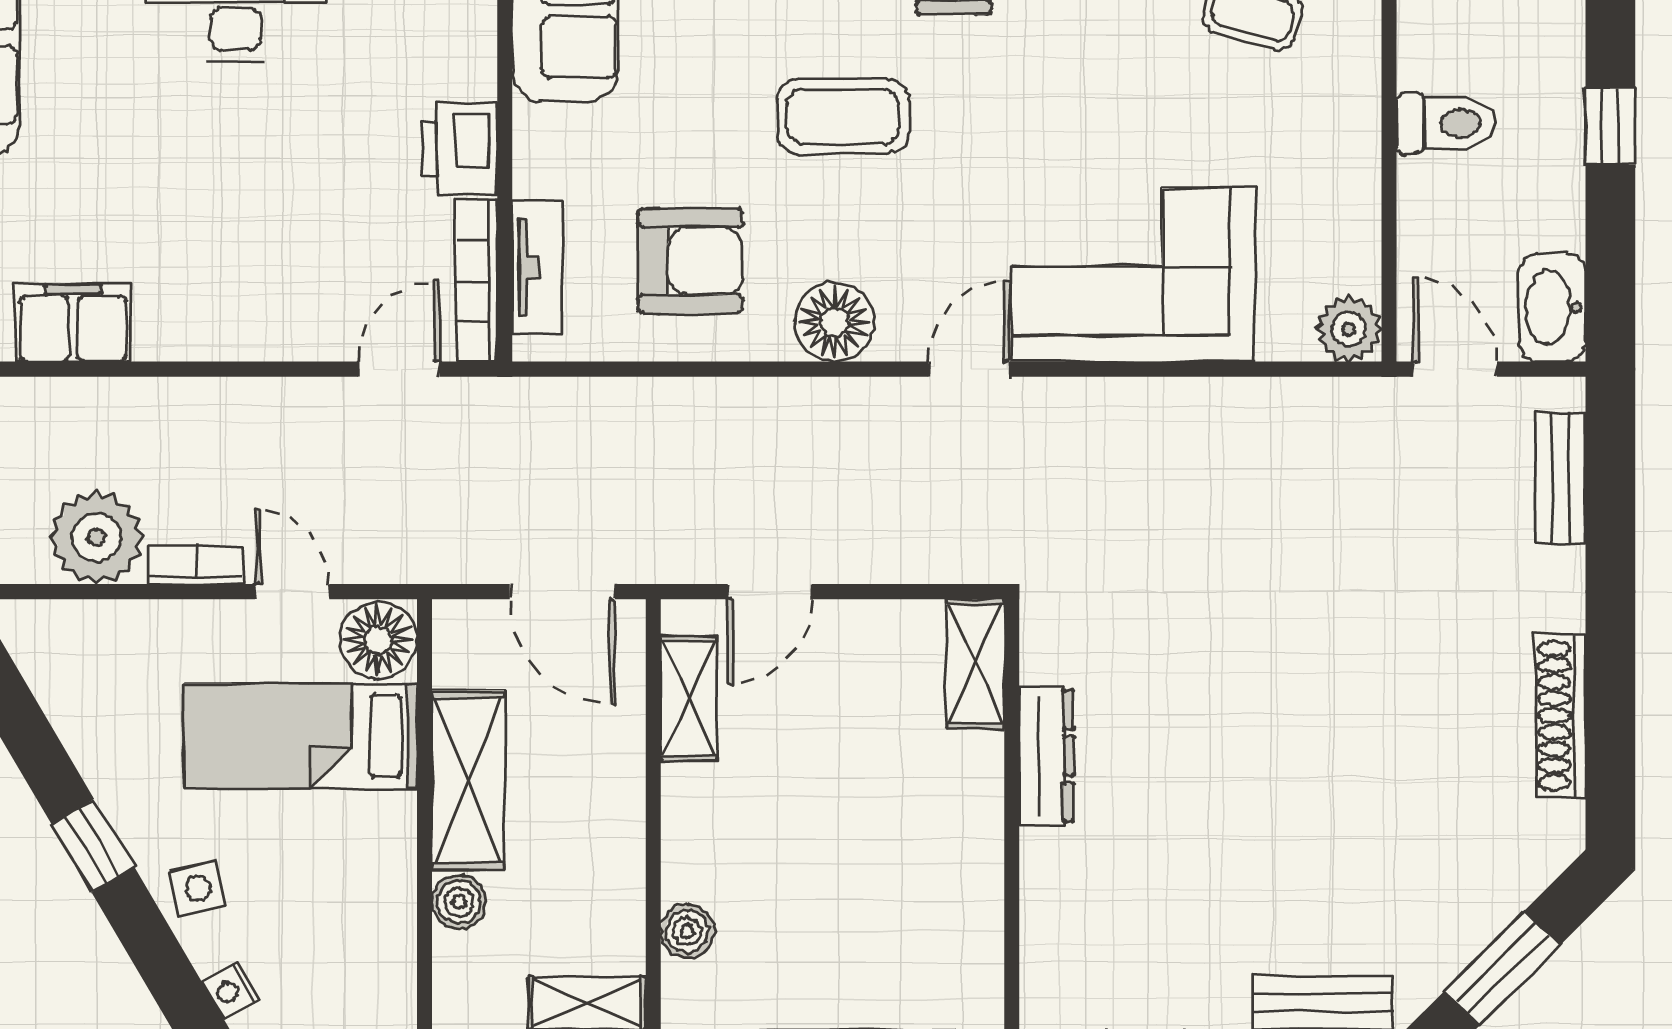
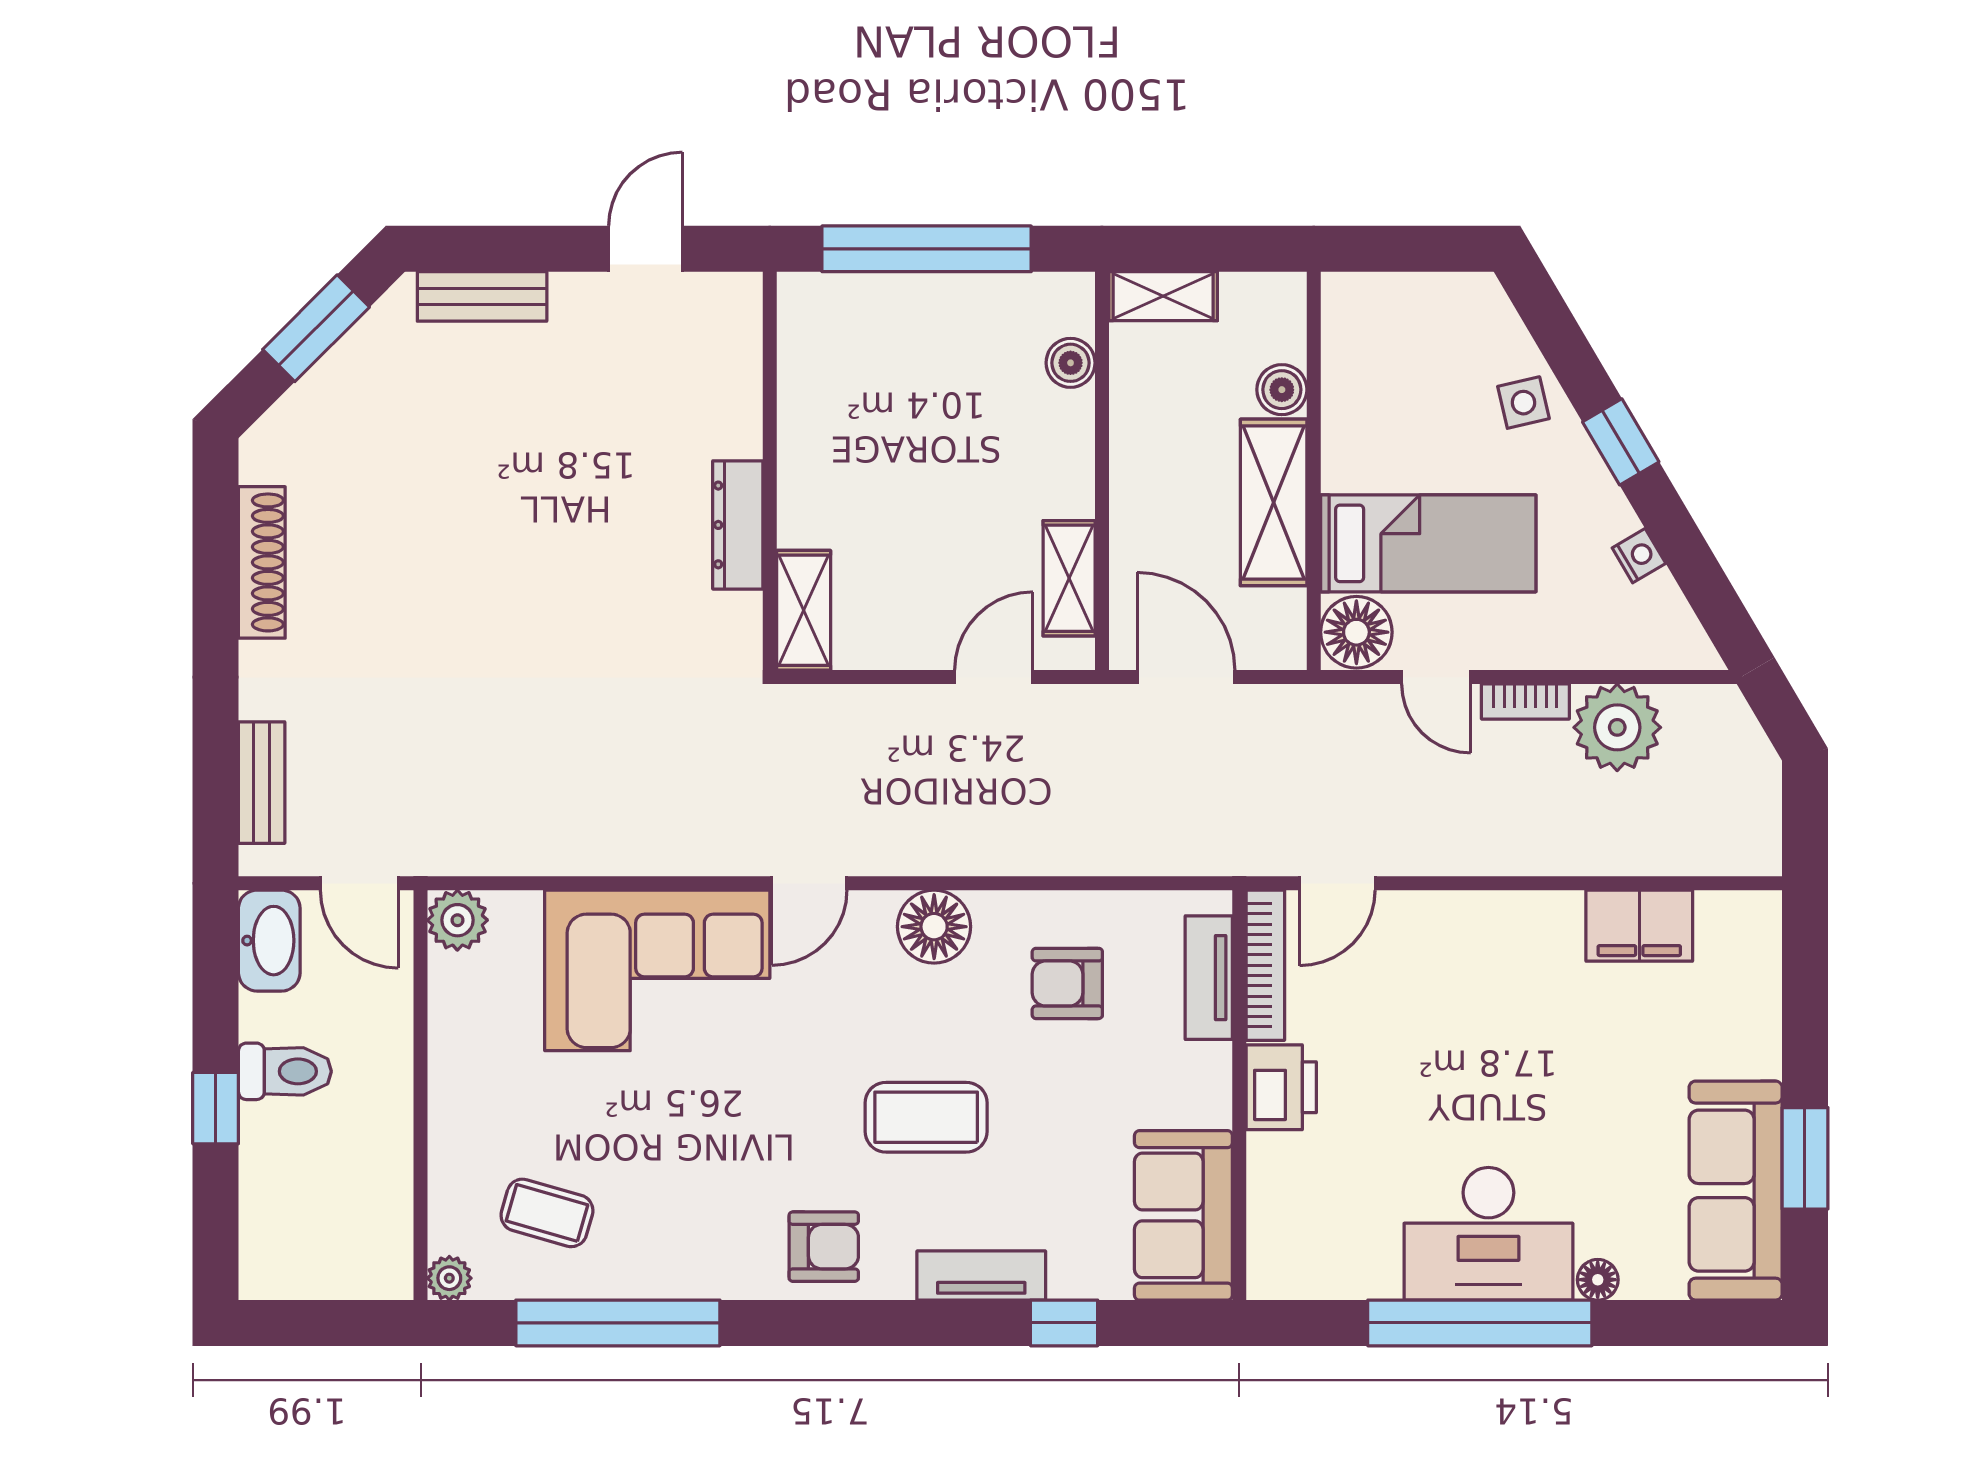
toilet: (1446, 123) -> (285, 1071), moved, turned 180
armchair: (691, 261) -> (1067, 983), width x0.72, depth x0.72
nightstand: (231, 991) -> (1639, 556), moved

